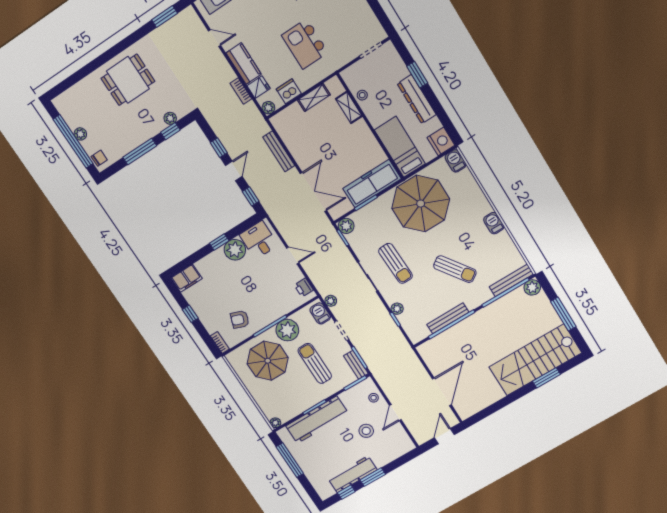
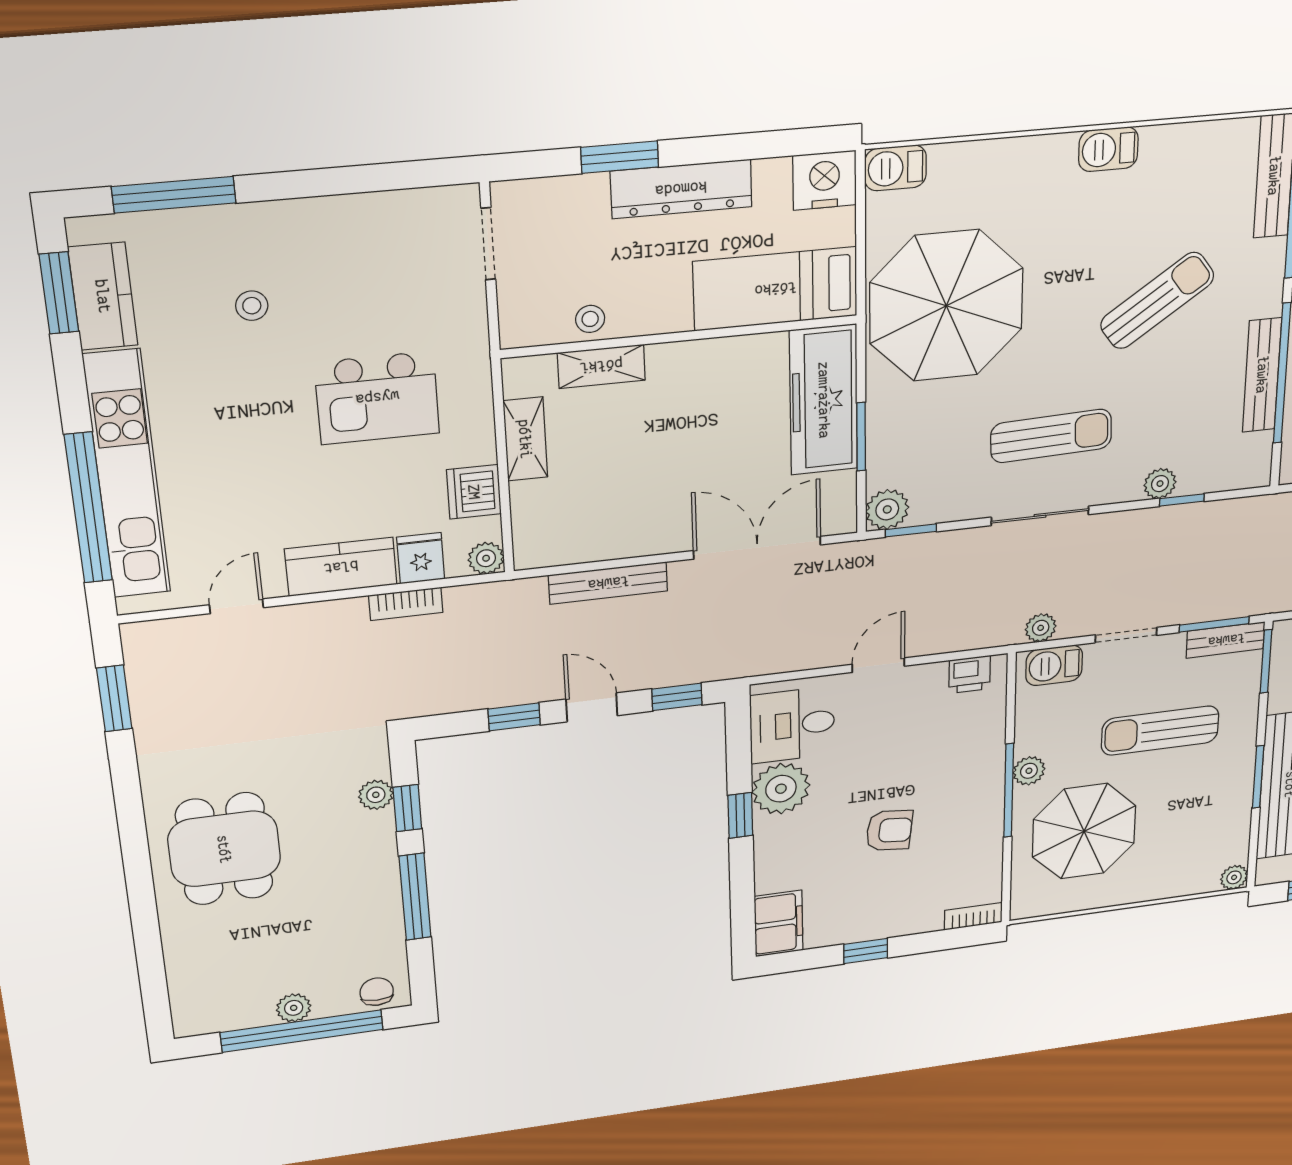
armchair: (240, 319) -> (889, 830), moved, turned -105
plant: (287, 330) -> (1029, 771), width x0.53, depth x0.53

